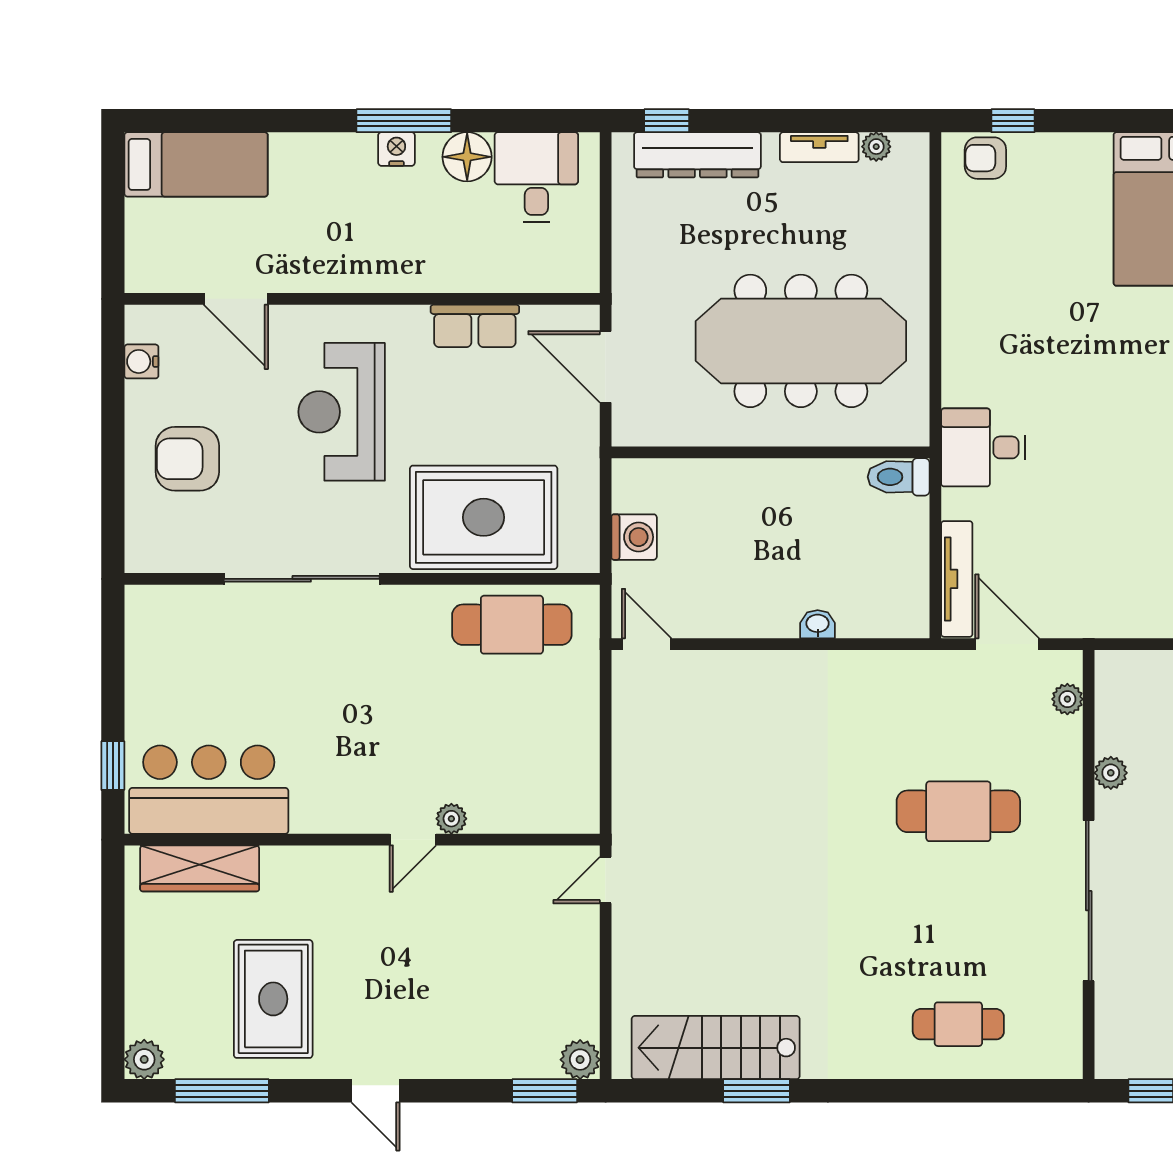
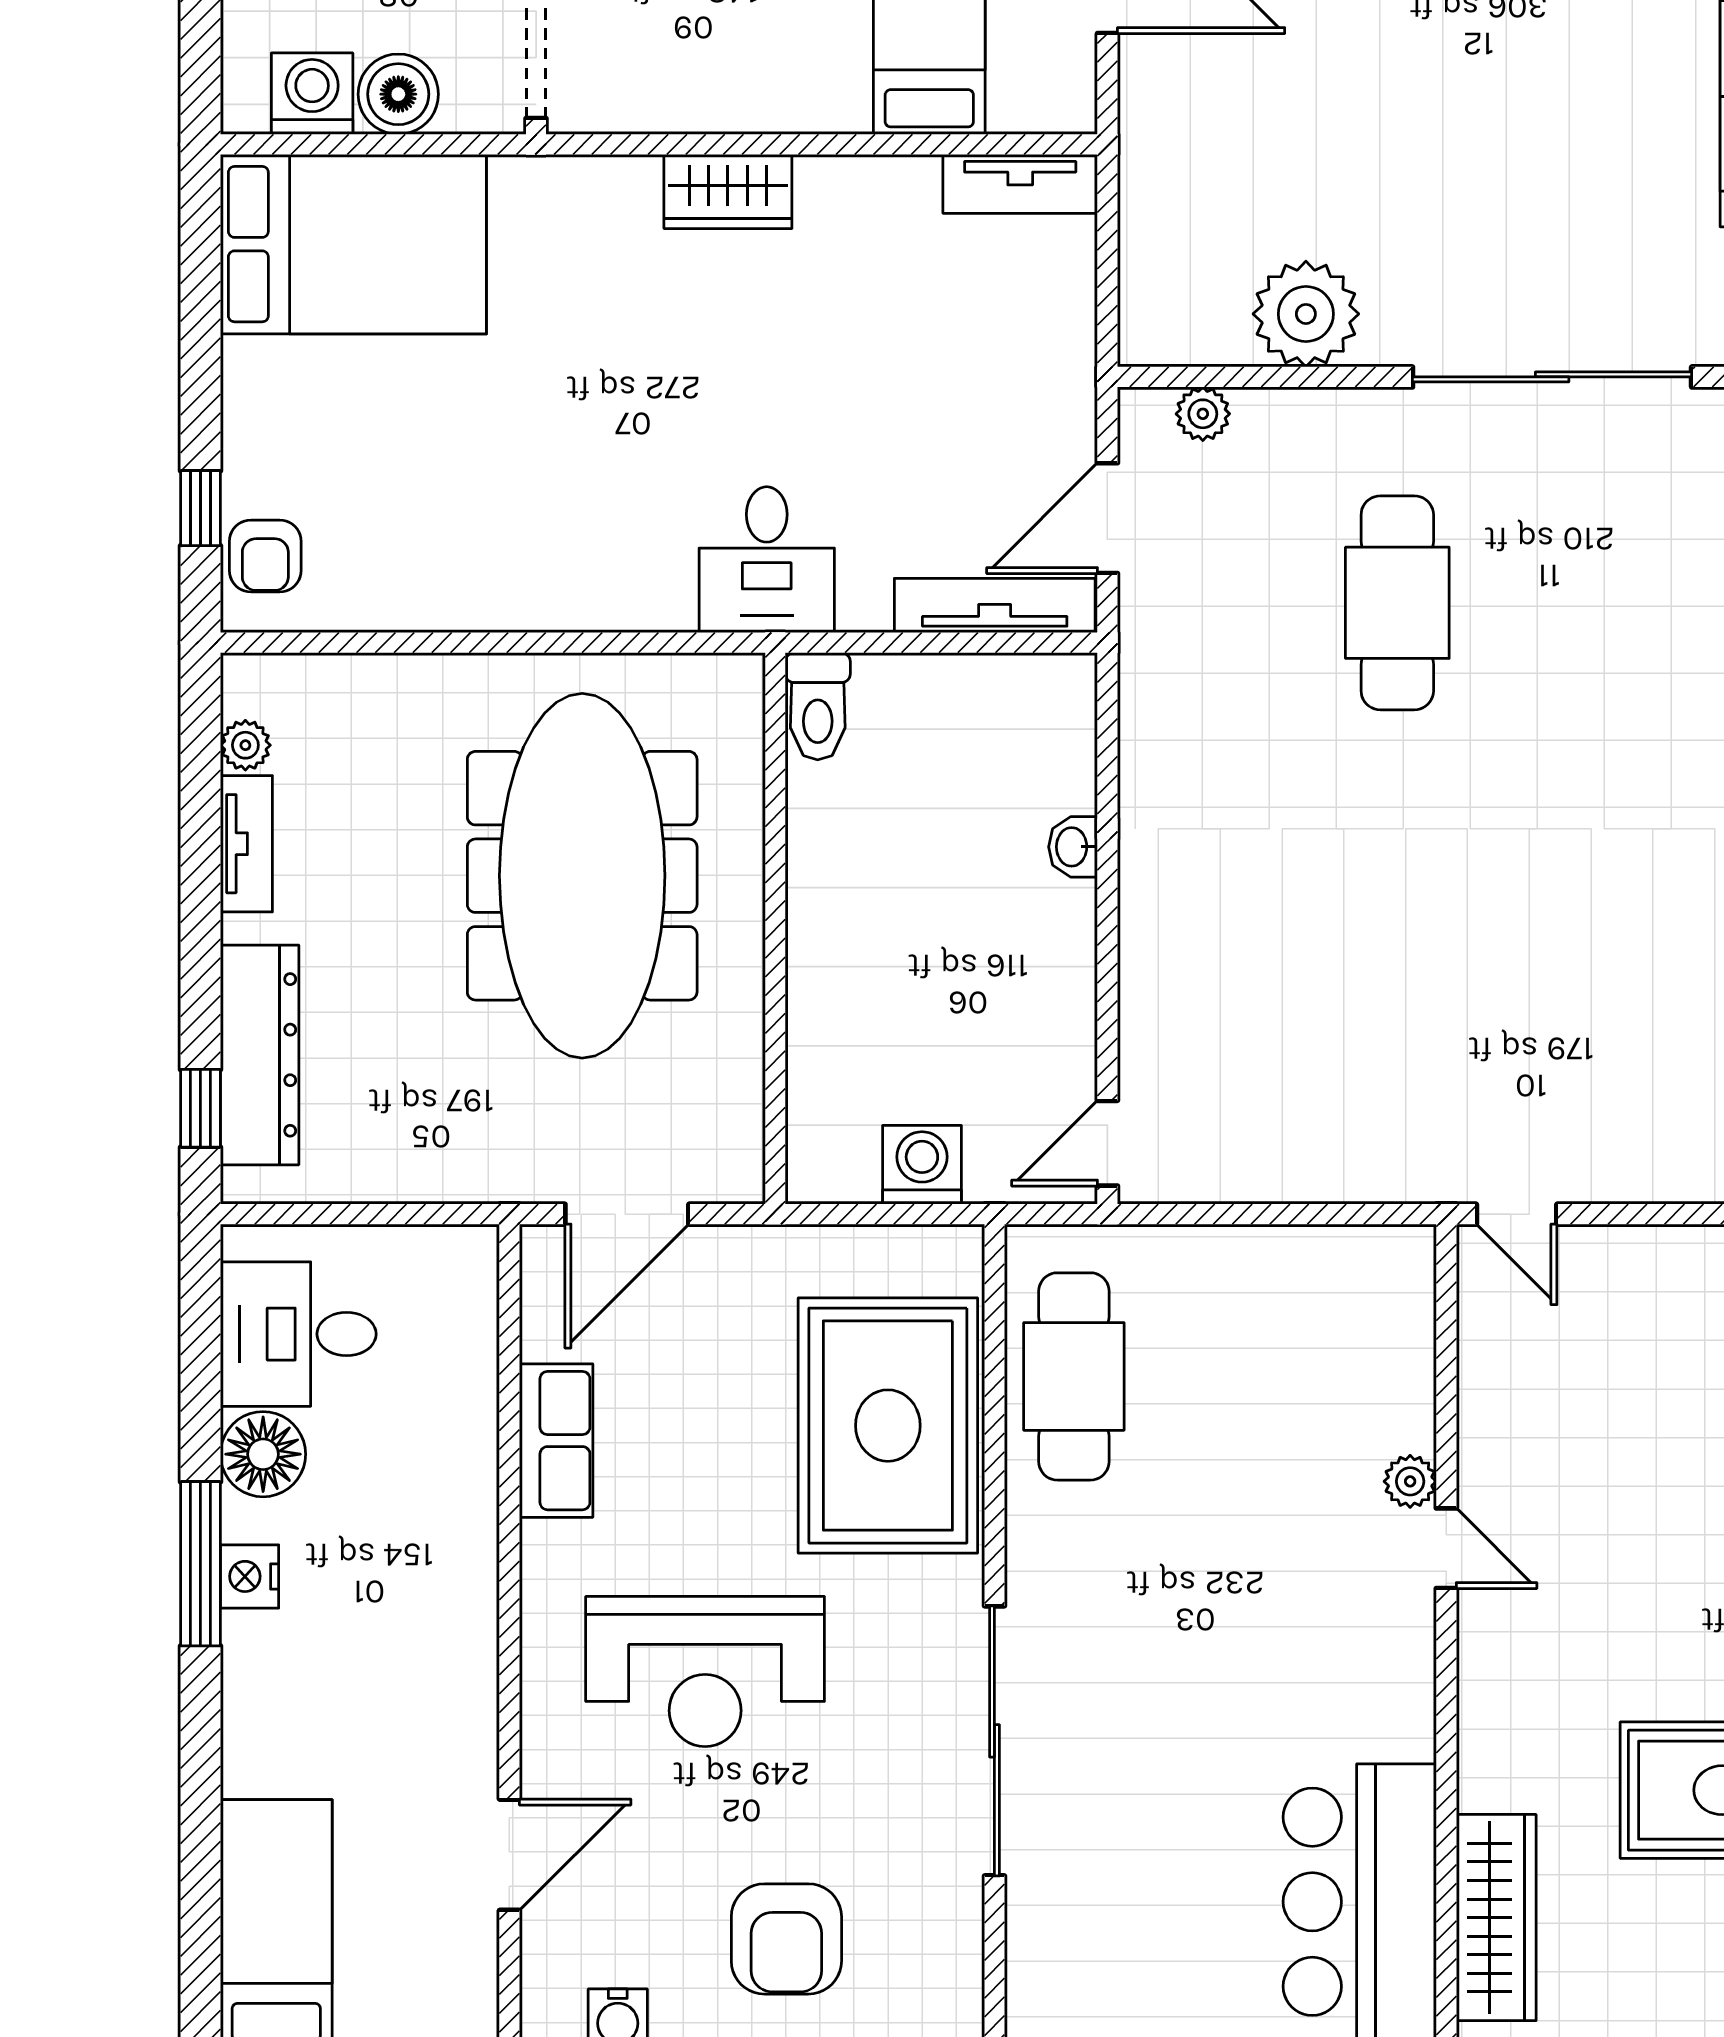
plant: (1111, 773) -> (1306, 314), width x1.88, depth x1.88

